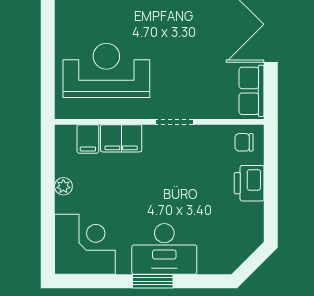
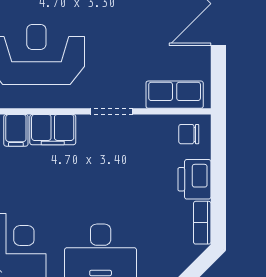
row of seats: (252, 91) -> (175, 95), moved, turned 90
bookcase: (256, 222) -> (202, 223), added

